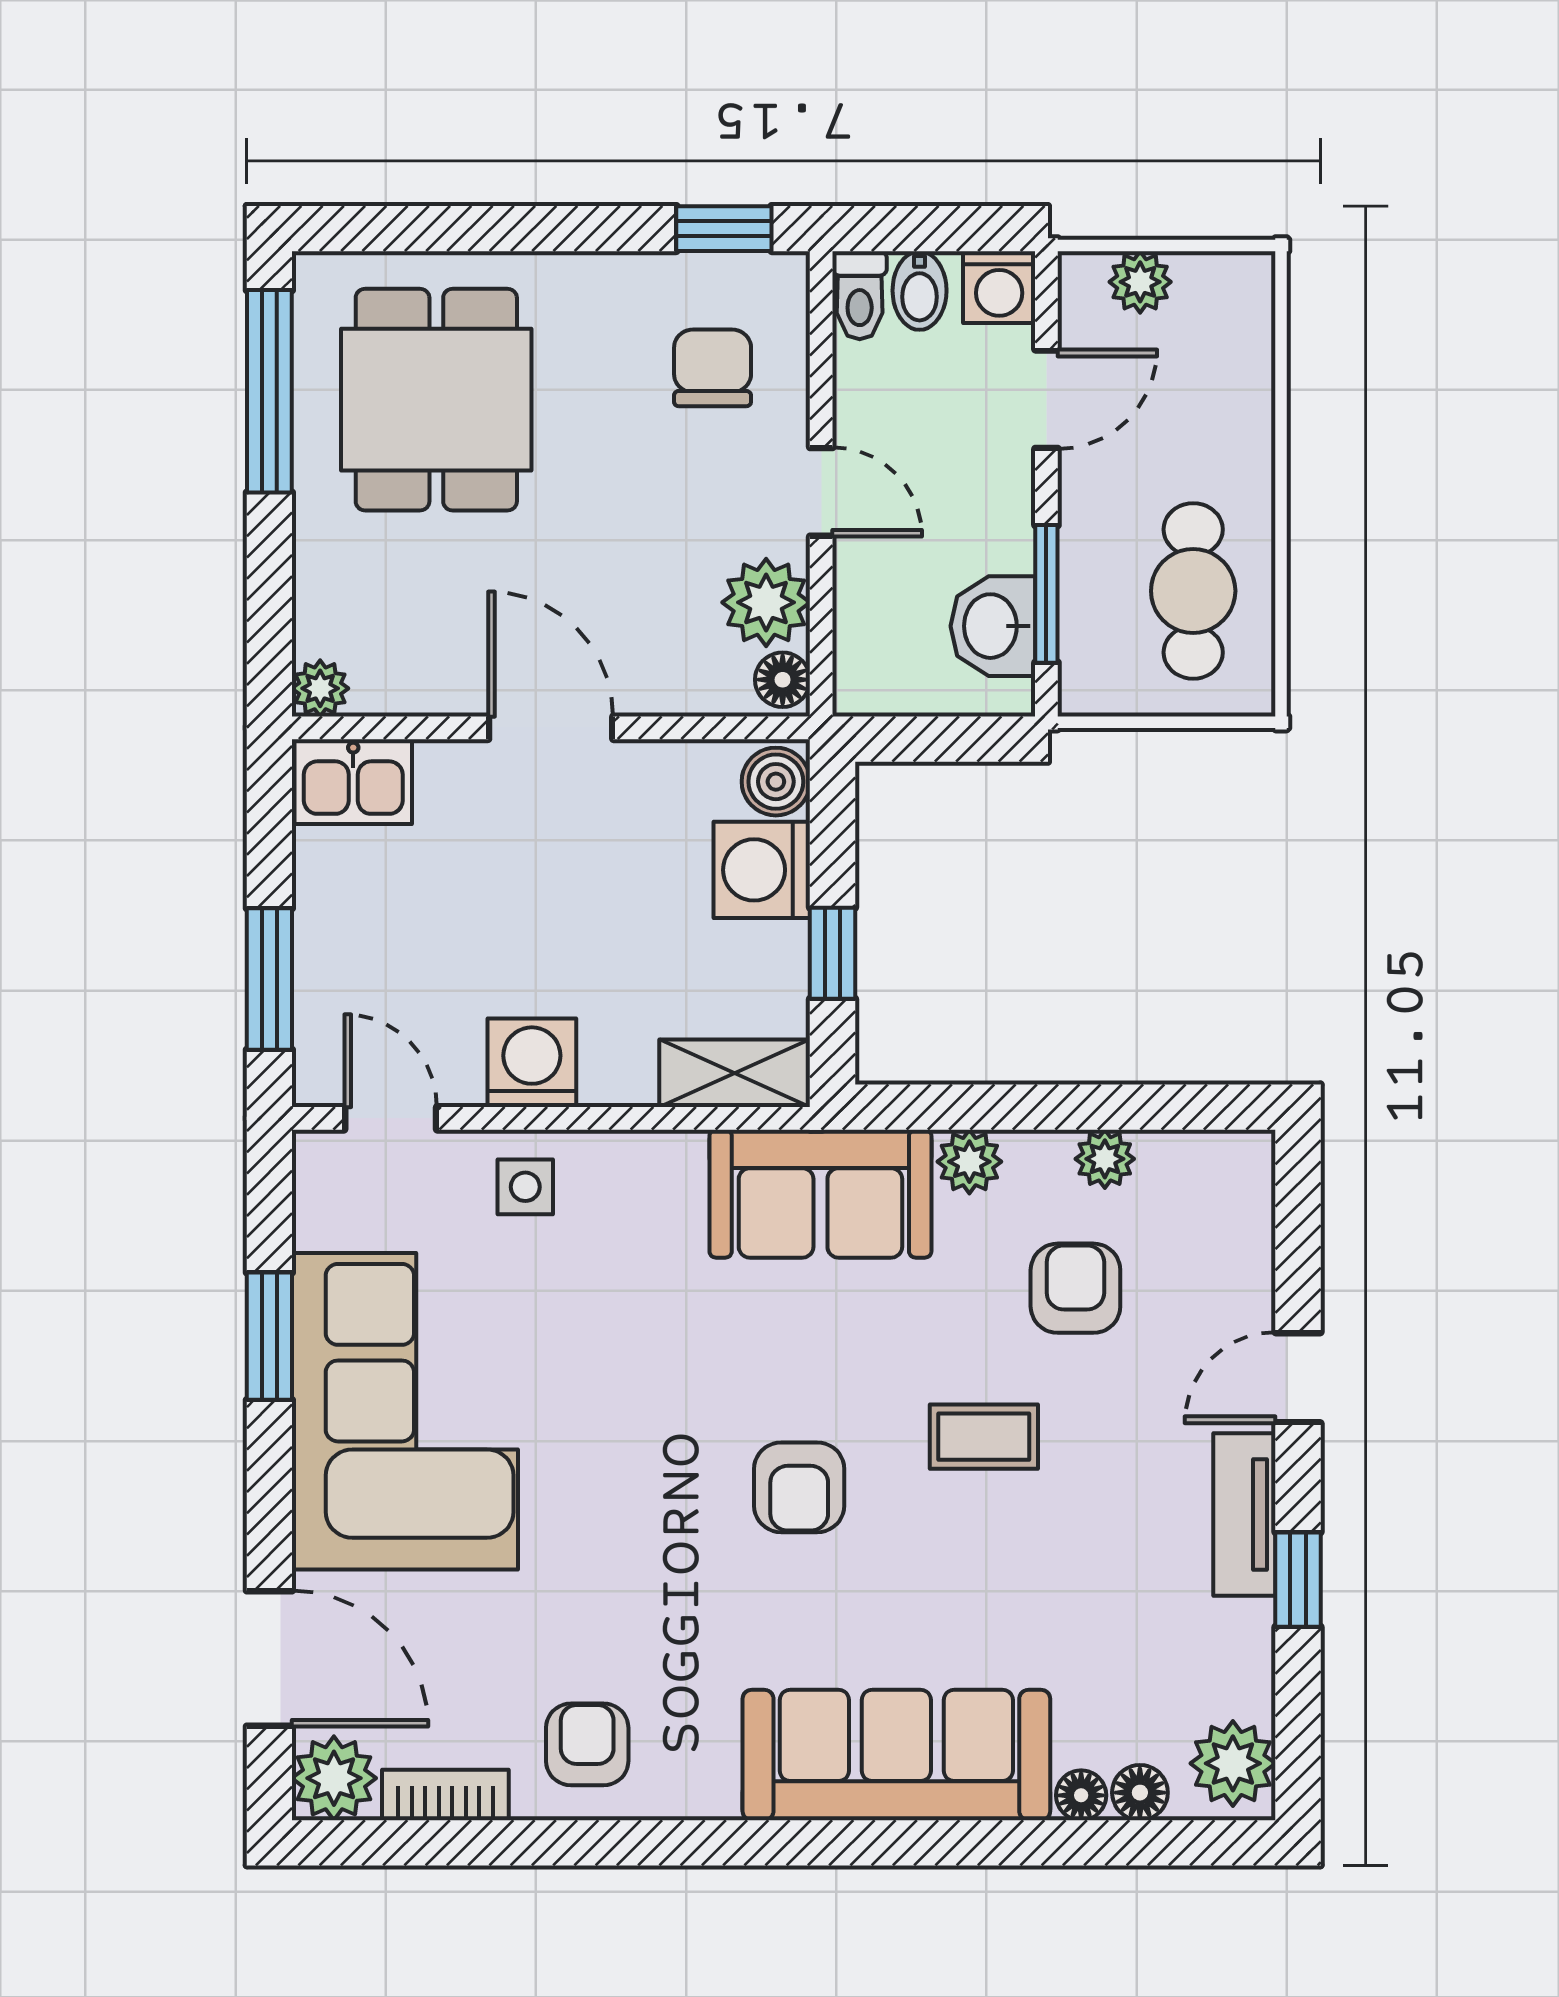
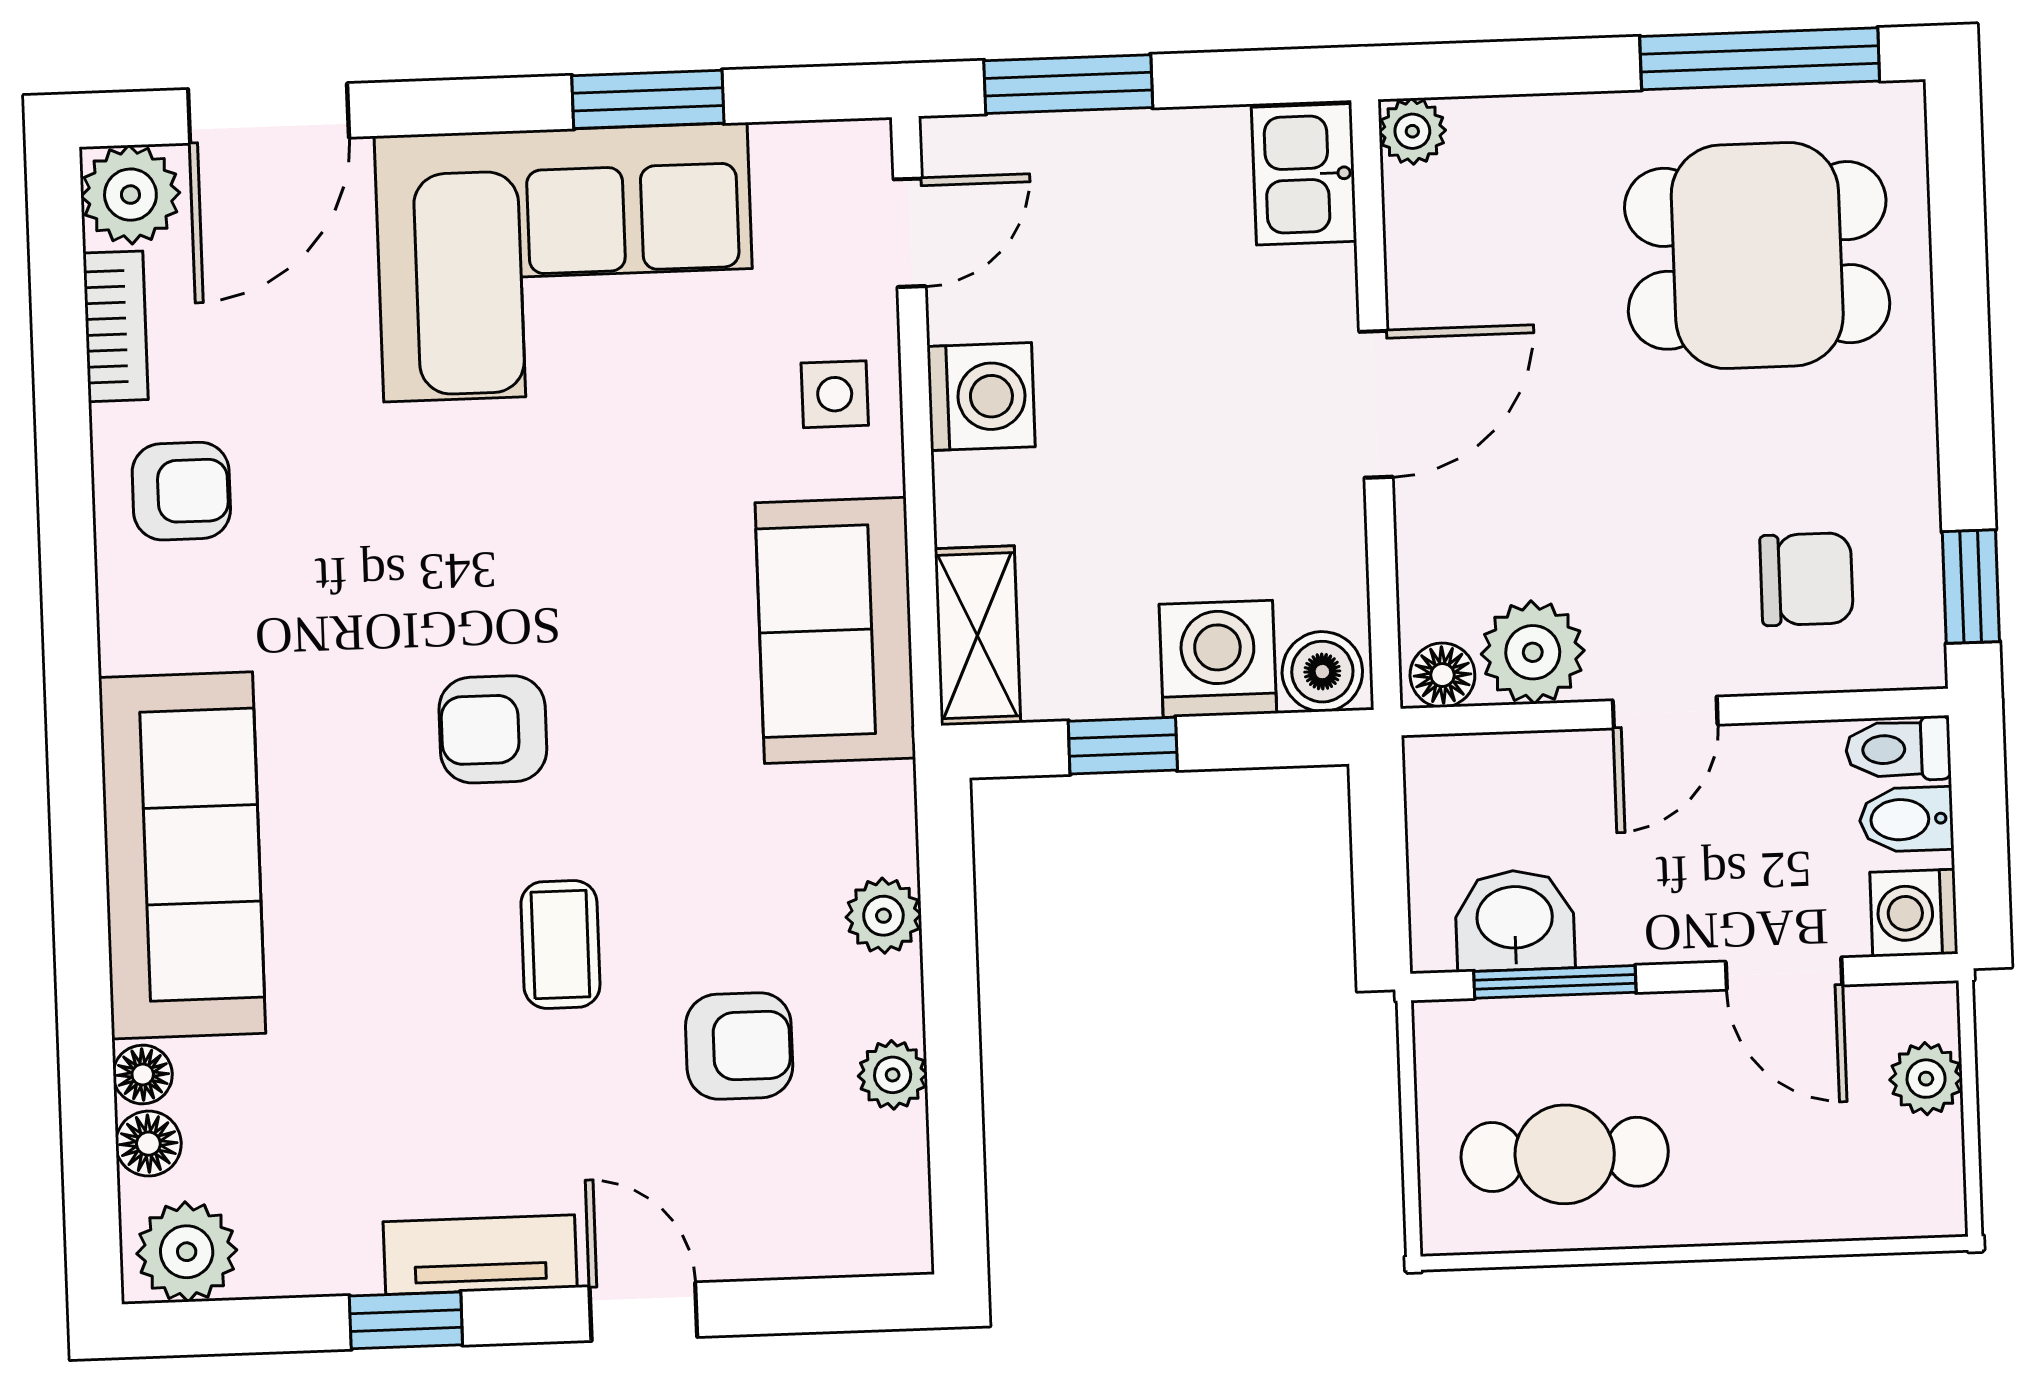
sofa: (820, 1194) -> (835, 630), moved

